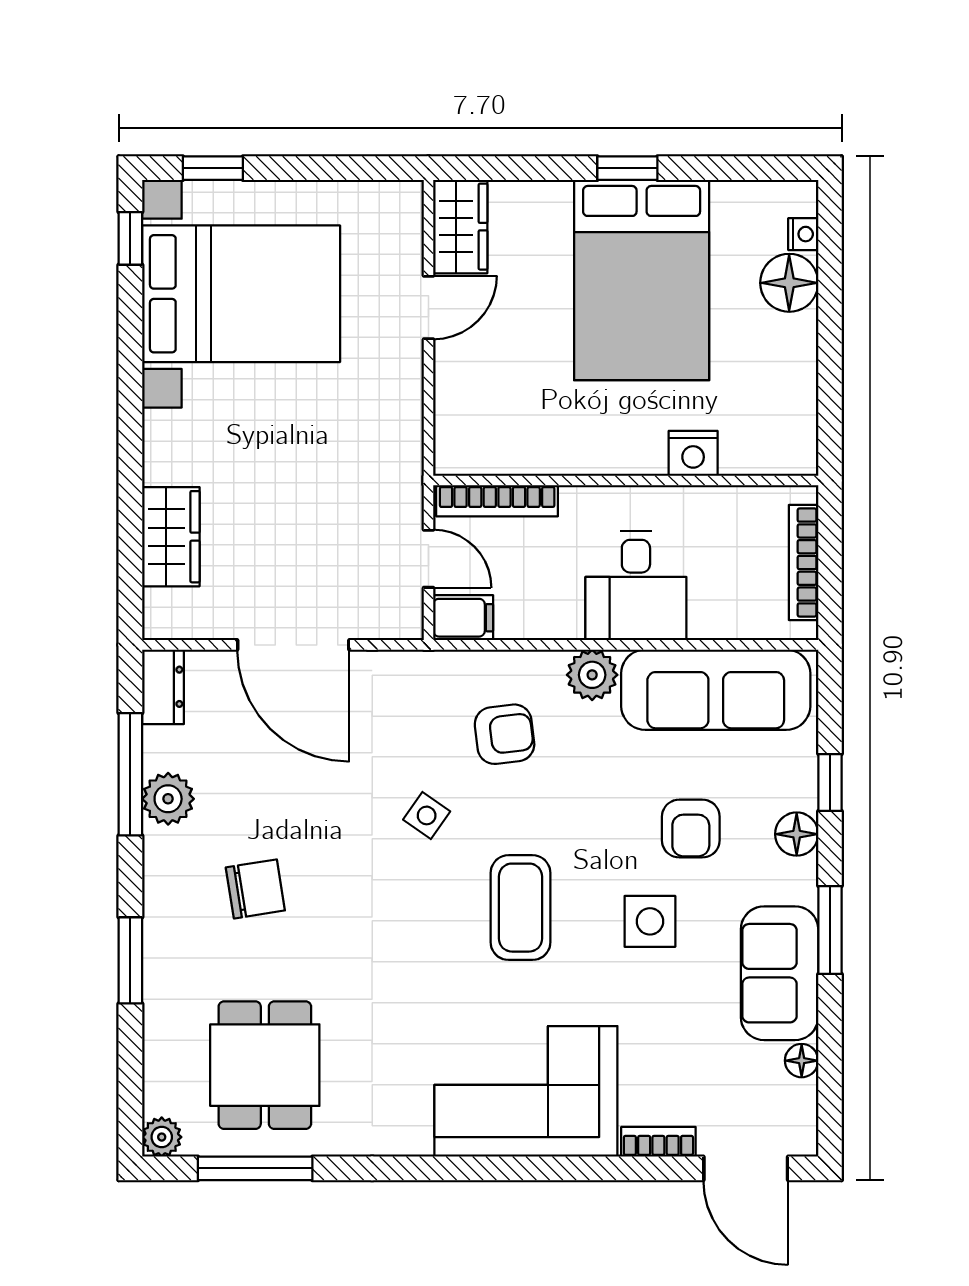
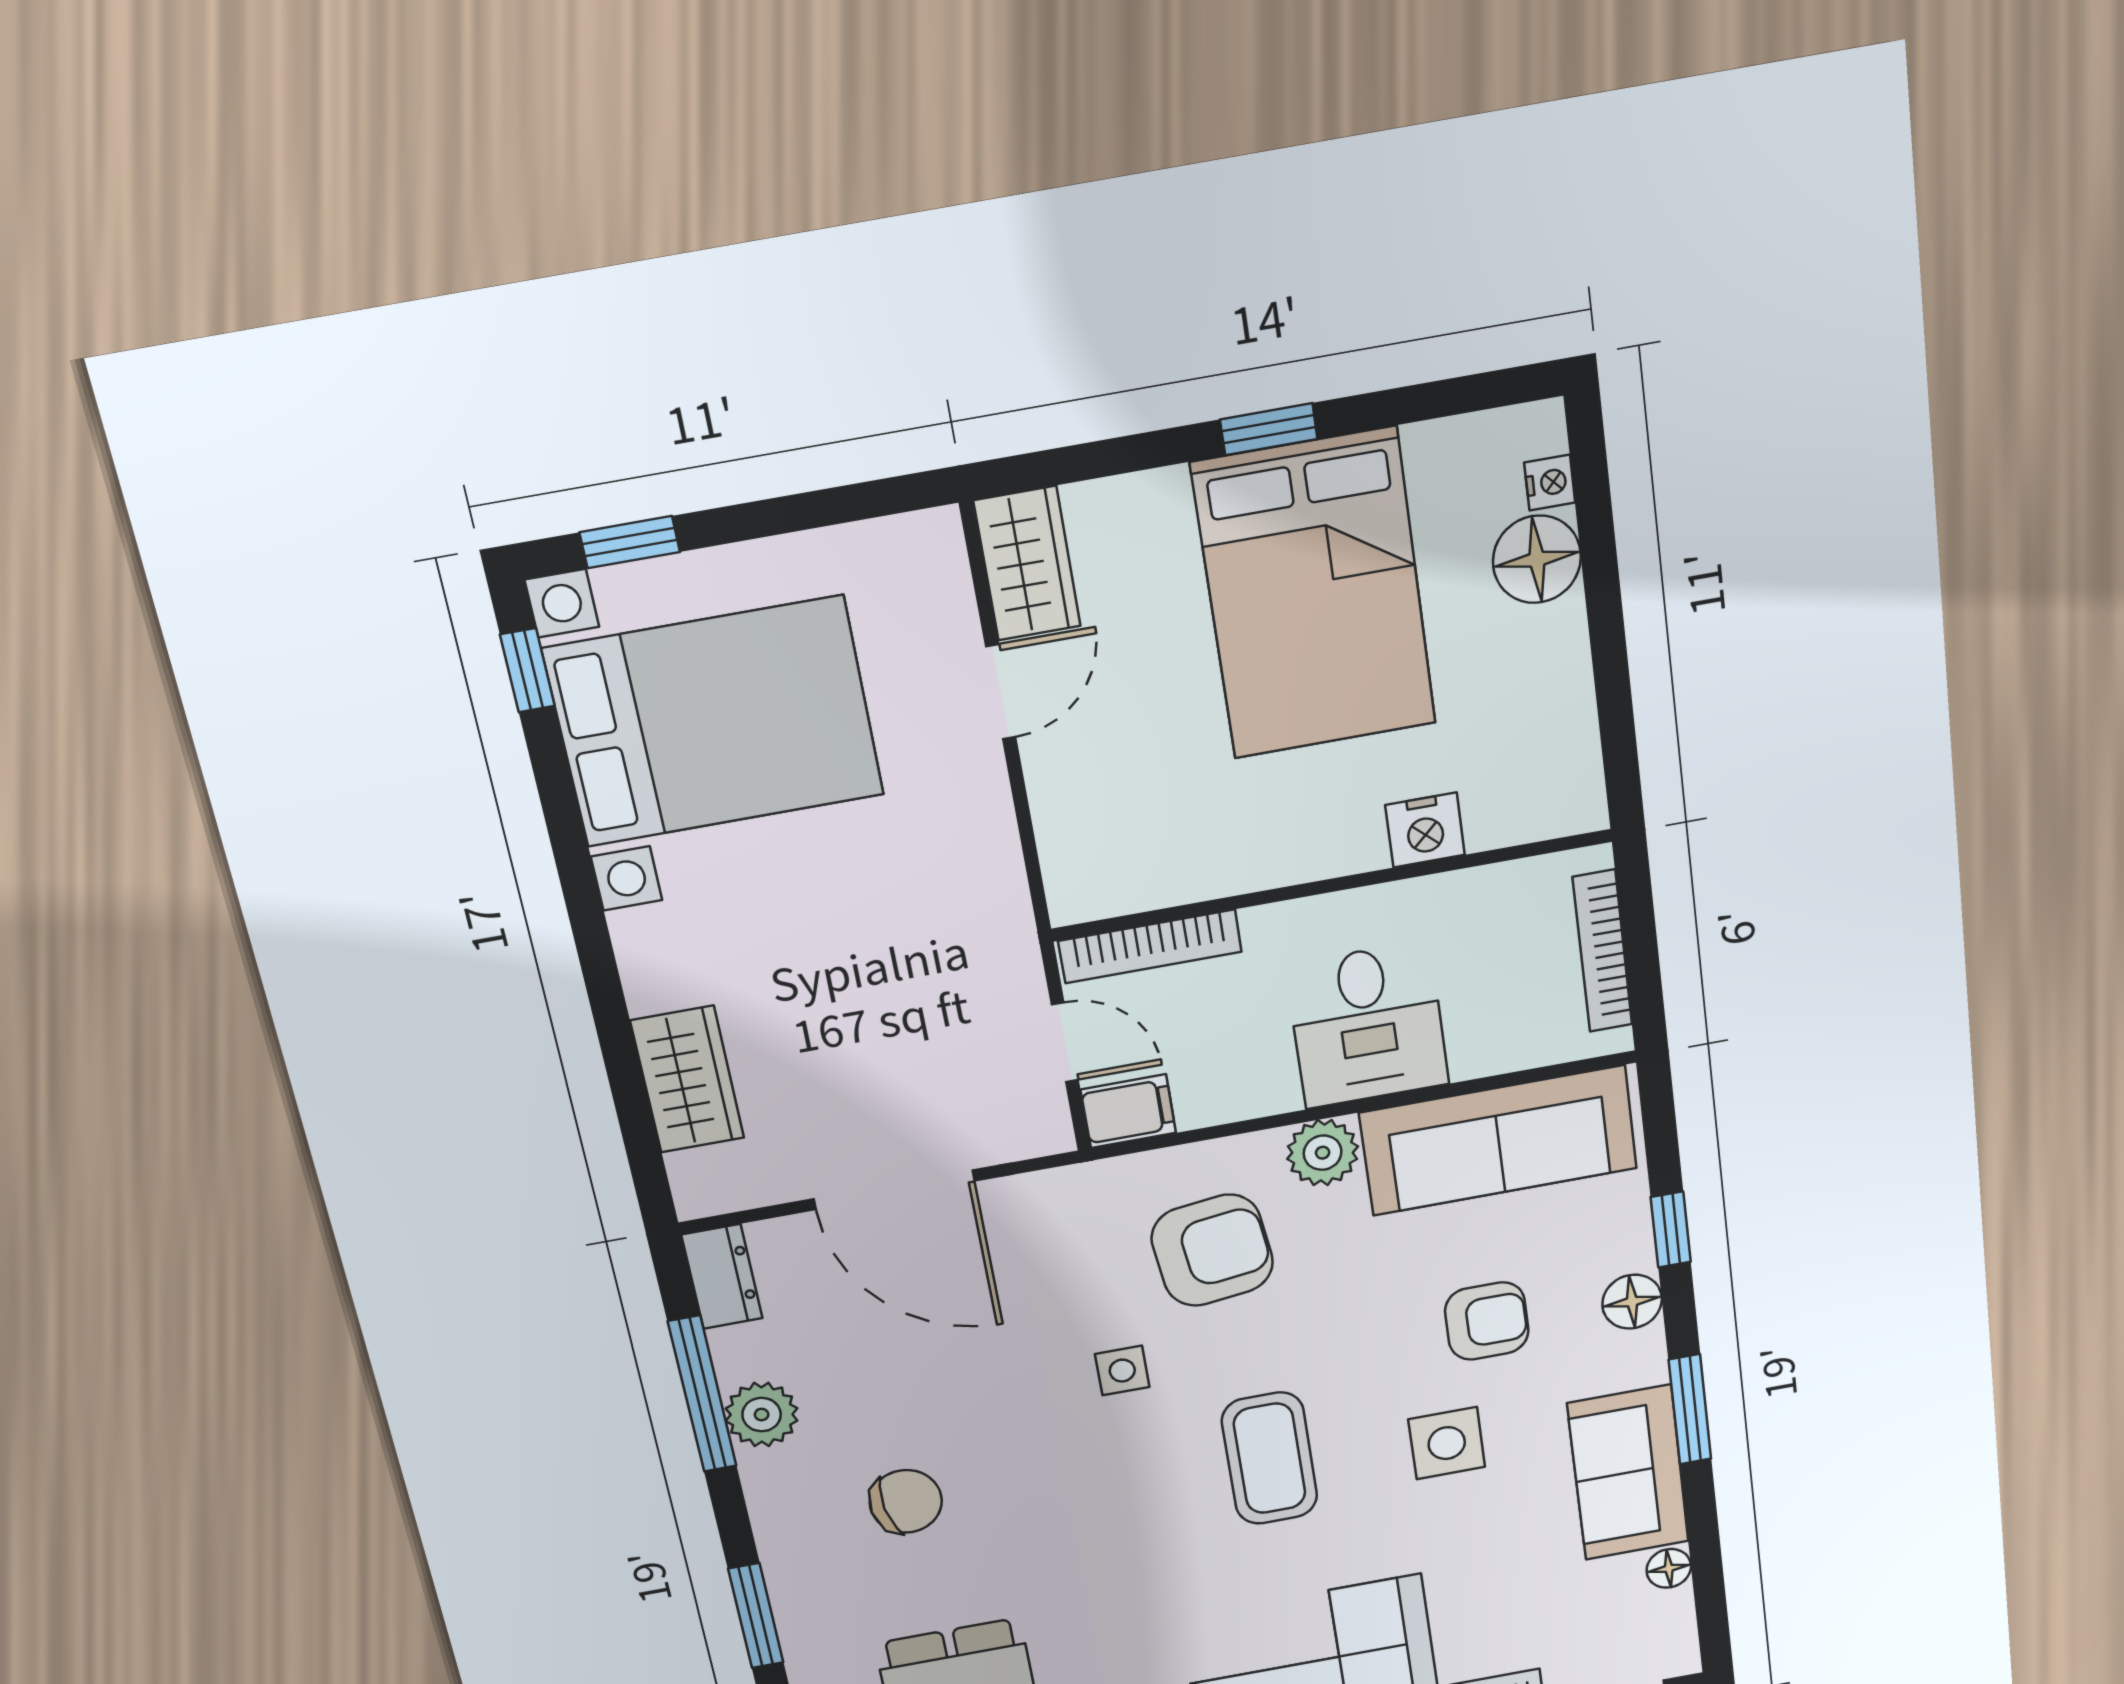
armchair: (505, 734) -> (1212, 1250), width x1.38, depth x1.38
side table: (427, 815) -> (1122, 1371), turned -35
armchair: (691, 829) -> (1487, 1321), turned -90

